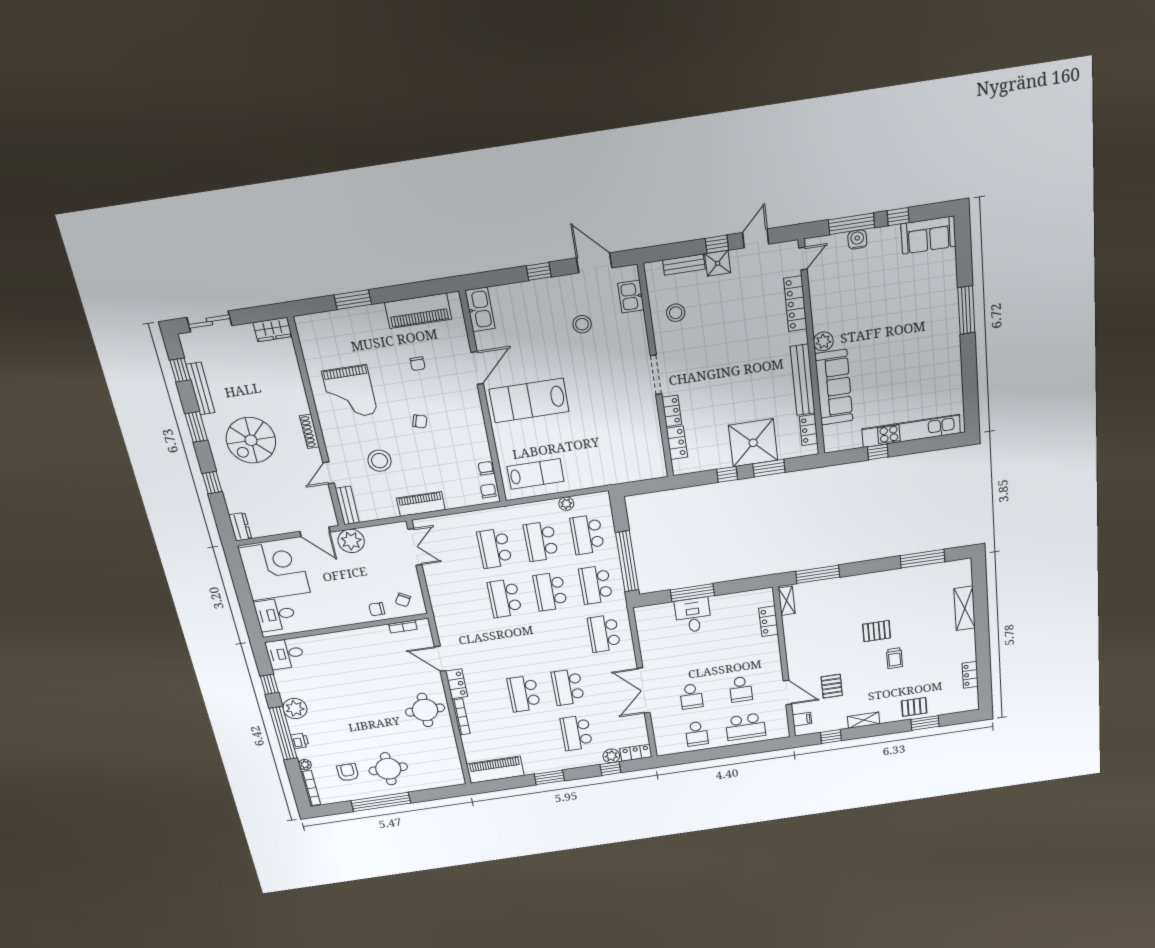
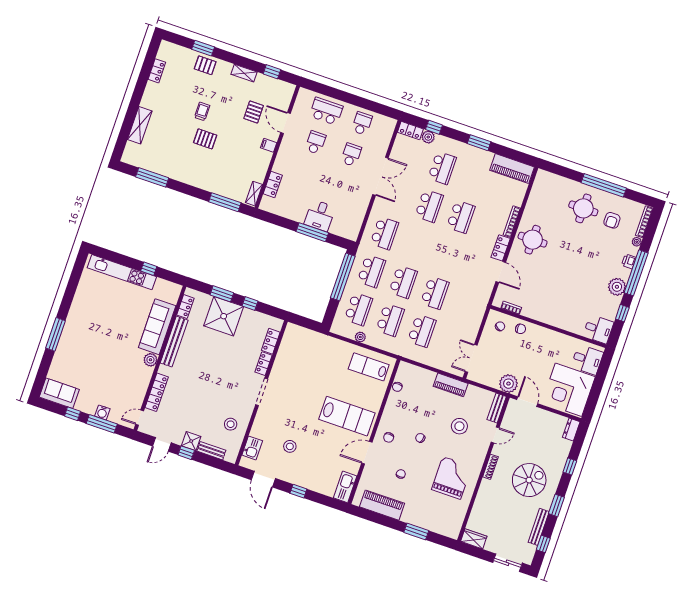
chair: (488, 491) -> (389, 437), moved
filing cabinet: (802, 719) -> (269, 145), moved

